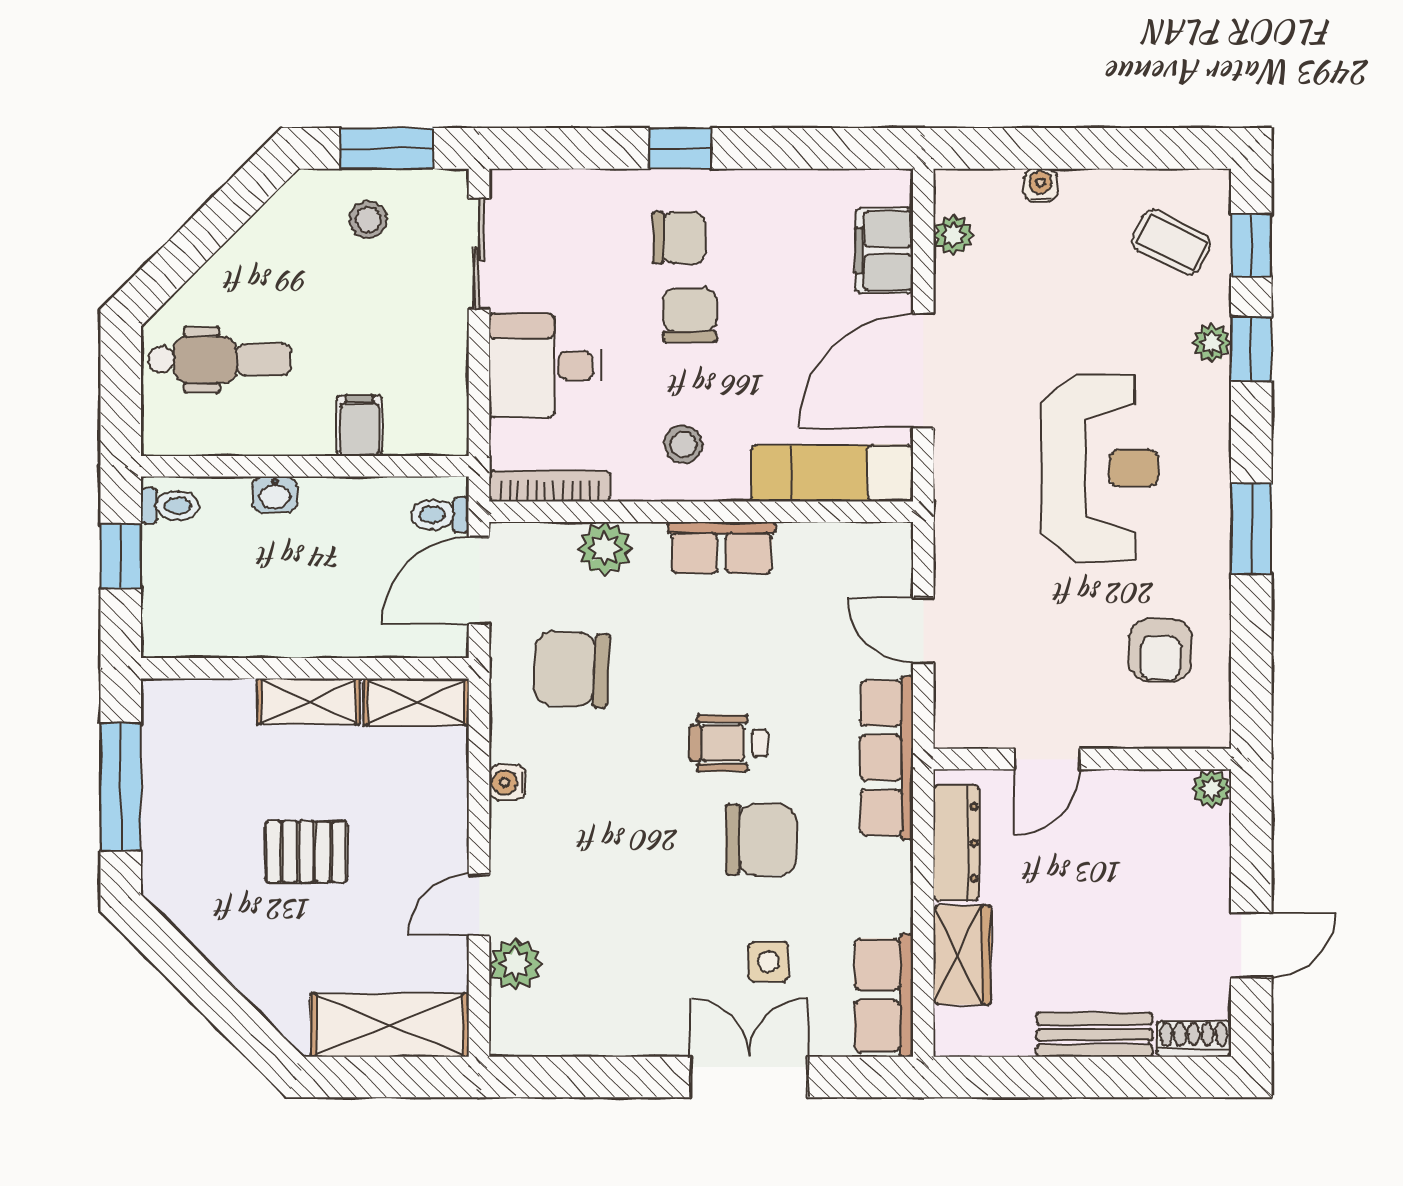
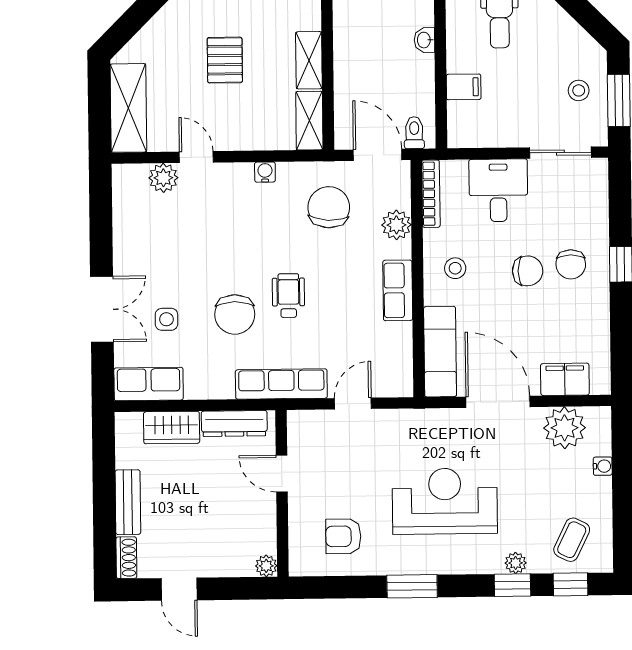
plant: (953, 235) -> (565, 428), width x1.88, depth x1.88
reception desk: (1100, 468) -> (445, 501), turned 180

